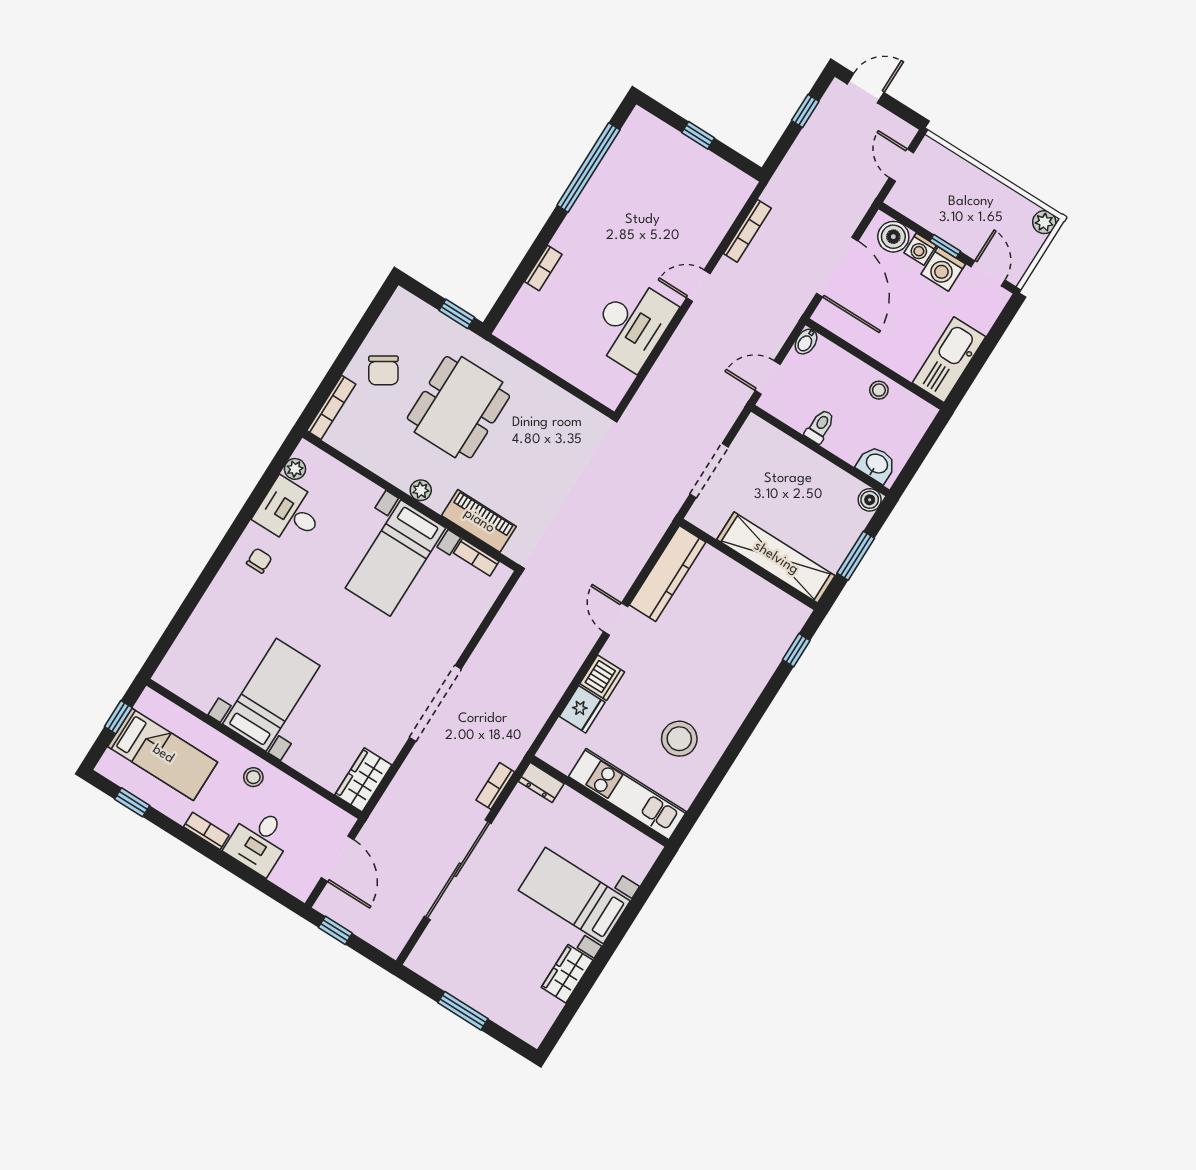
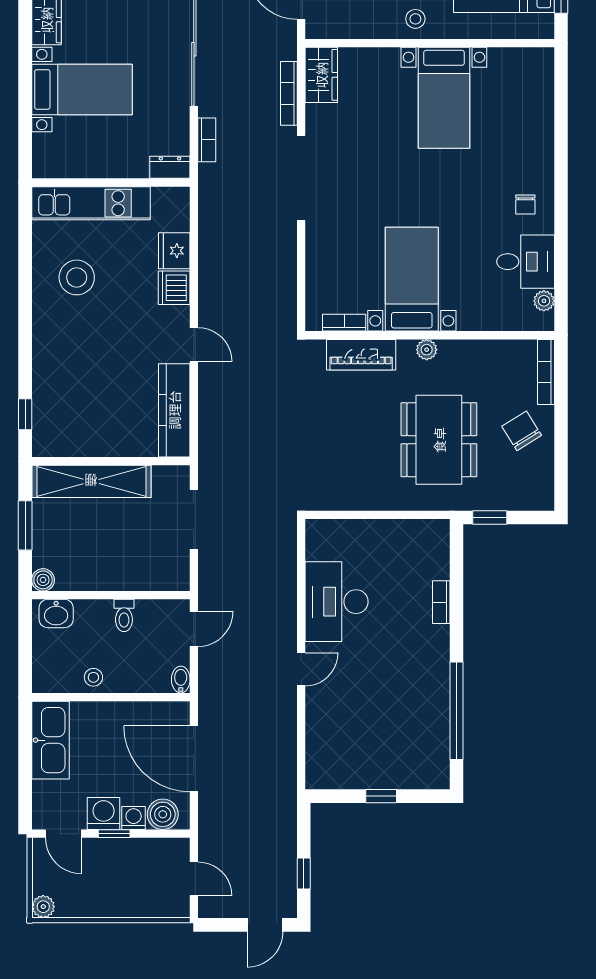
bookcase: (747, 231) -> (289, 93), moved

